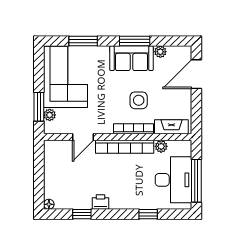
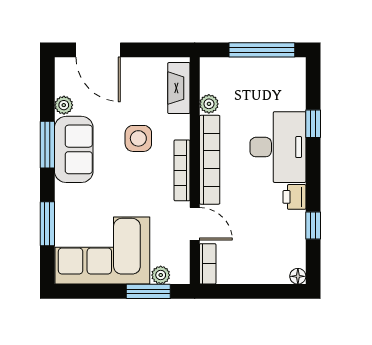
bookcase: (134, 129) -> (182, 170), moved
bookcase: (57, 145) -> (208, 264), added
desk: (173, 180) -> (278, 147), moved, turned 90

